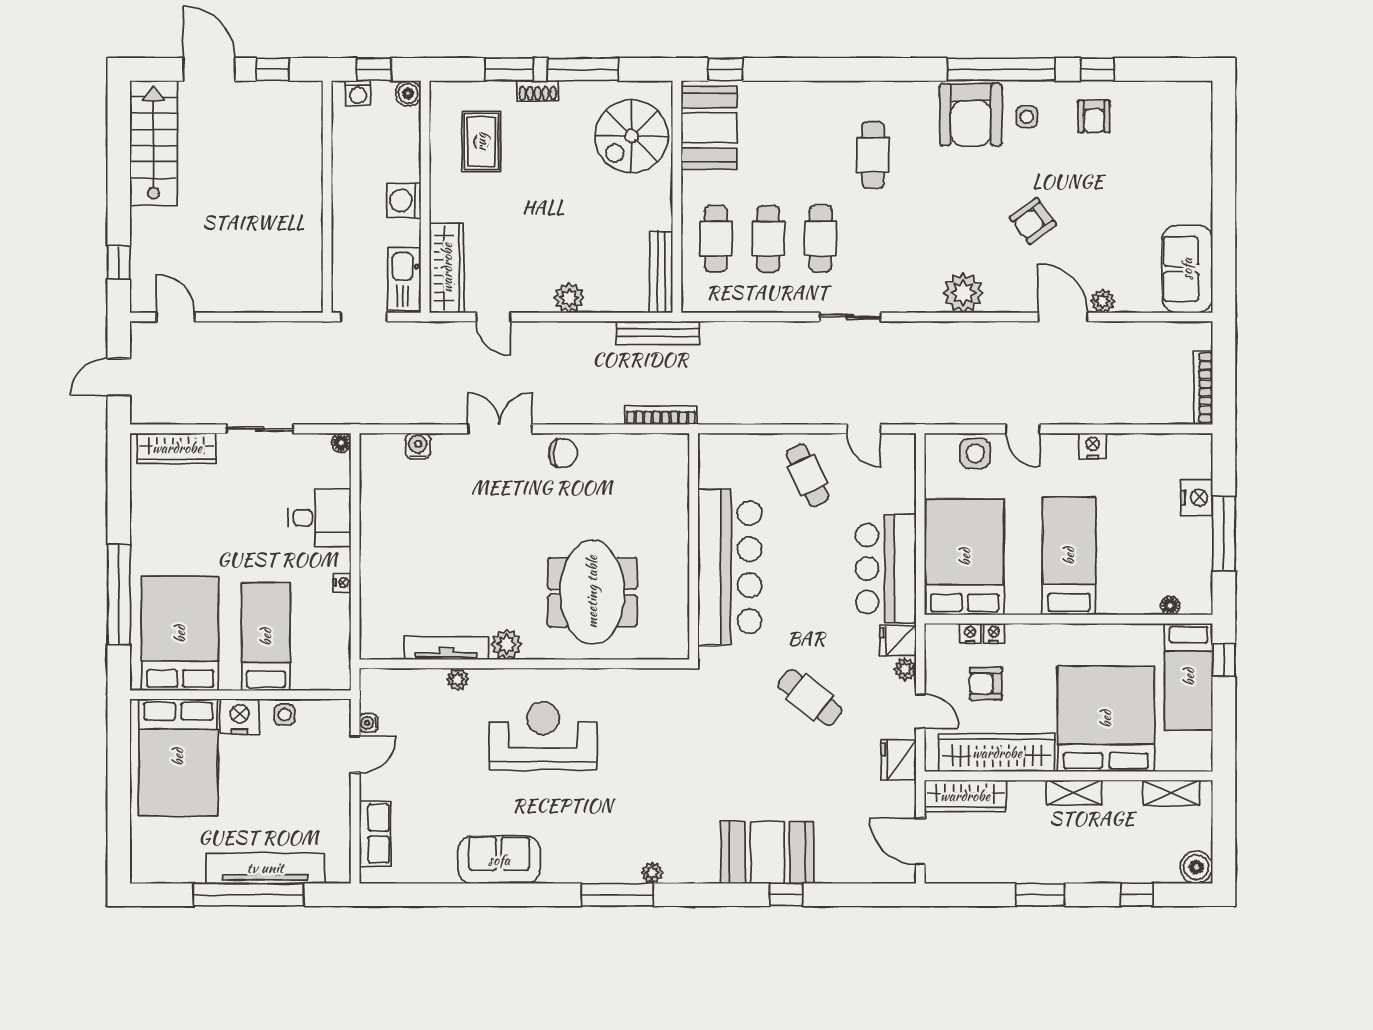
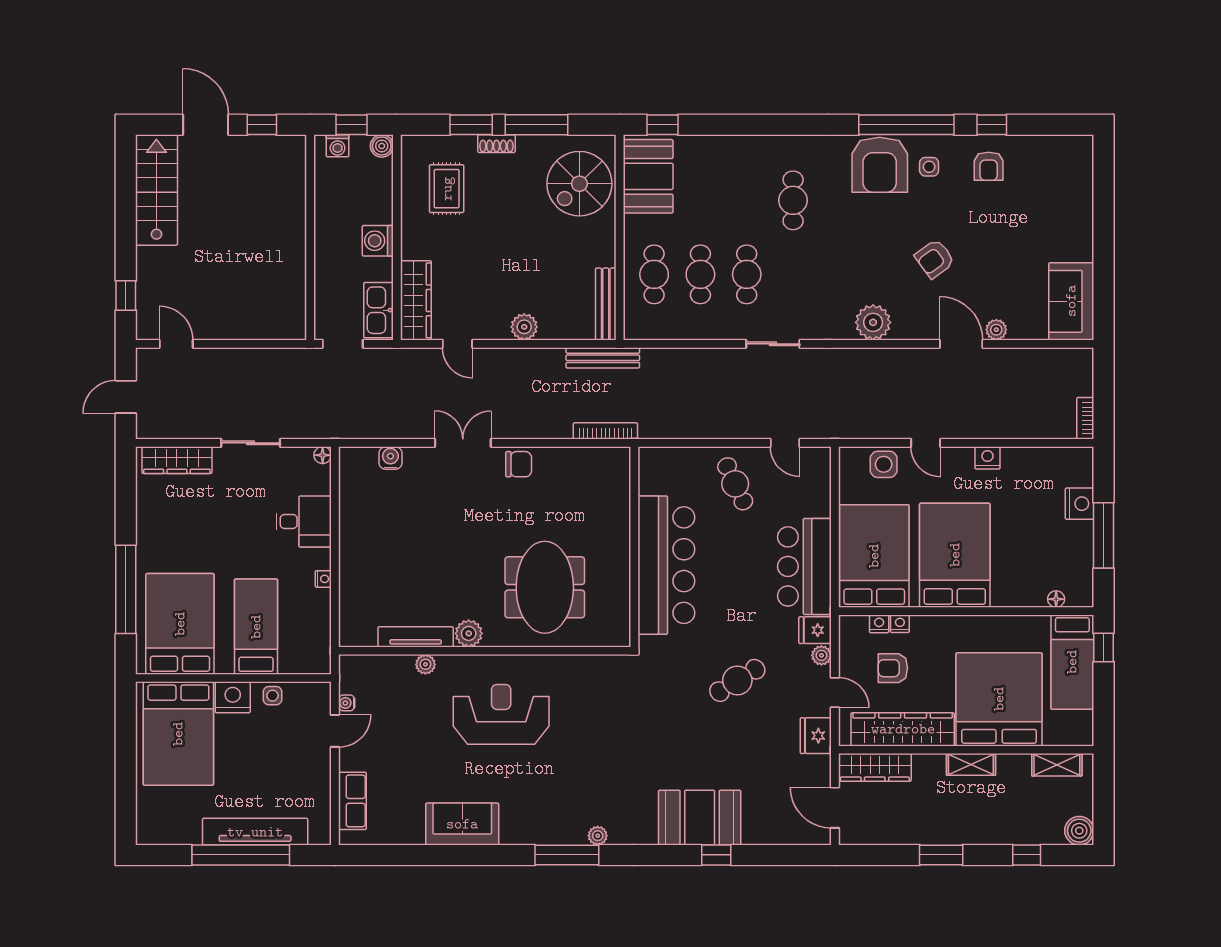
bookcase: (1203, 388) -> (1085, 418), width x0.64
bed: (1069, 556) -> (955, 555), width x1.50
cafe table: (810, 697) -> (737, 680), turned -70

